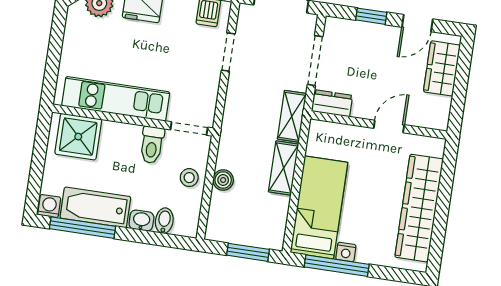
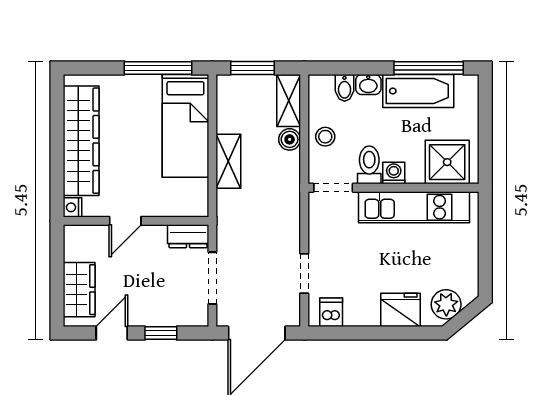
shelving: (292, 116) -> (289, 101), moved
washing machine: (49, 206) -> (394, 173), moved, turned 180
nightstand: (346, 252) -> (72, 207), moved, turned -90

